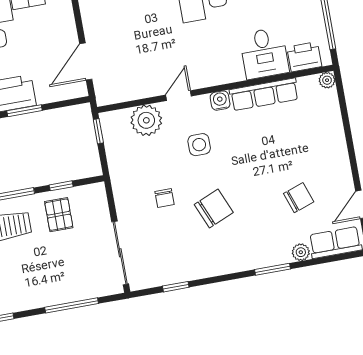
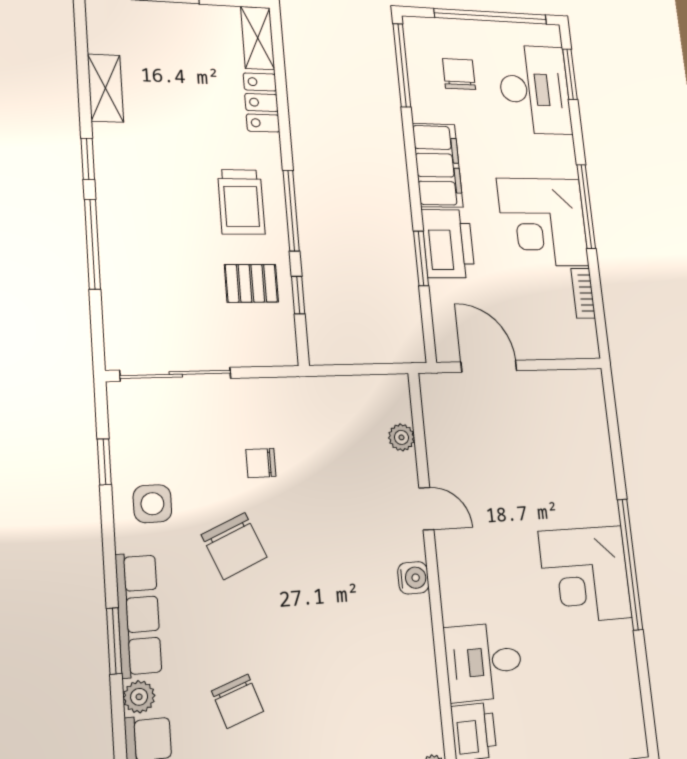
row of seats: (264, 94) -> (138, 615), moved, turned 180
plant: (146, 120) -> (401, 437), width x0.53, depth x0.53
window: (98, 131) -> (380, 369), removed
side table: (199, 145) -> (152, 504), moved
window: (72, 305) -> (92, 244), moved

